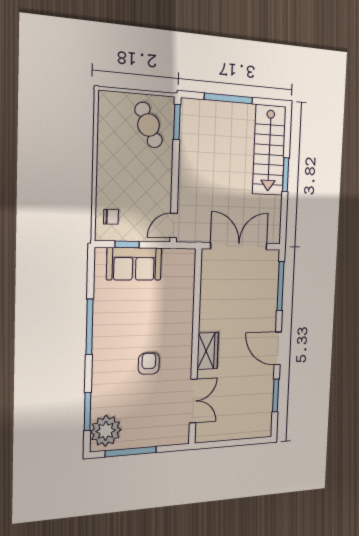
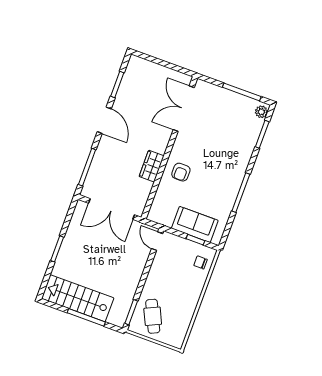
stairs: (269, 150) -> (78, 298), moved, turned -90
door: (174, 226) -> (157, 241), swing flipped
wardrobe: (208, 351) -> (152, 166), moved
armchair: (149, 364) -> (181, 172), moved
double door: (193, 401) -> (184, 109), width x1.37
plant: (106, 431) -> (261, 112), width x0.53, depth x0.53

